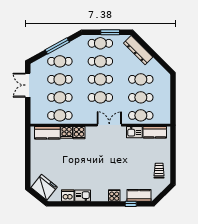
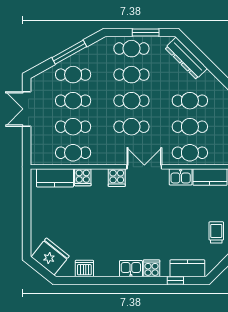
cooker: (79, 133) -> (117, 178), moved
kitchen sink: (83, 196) -> (131, 269), moved

